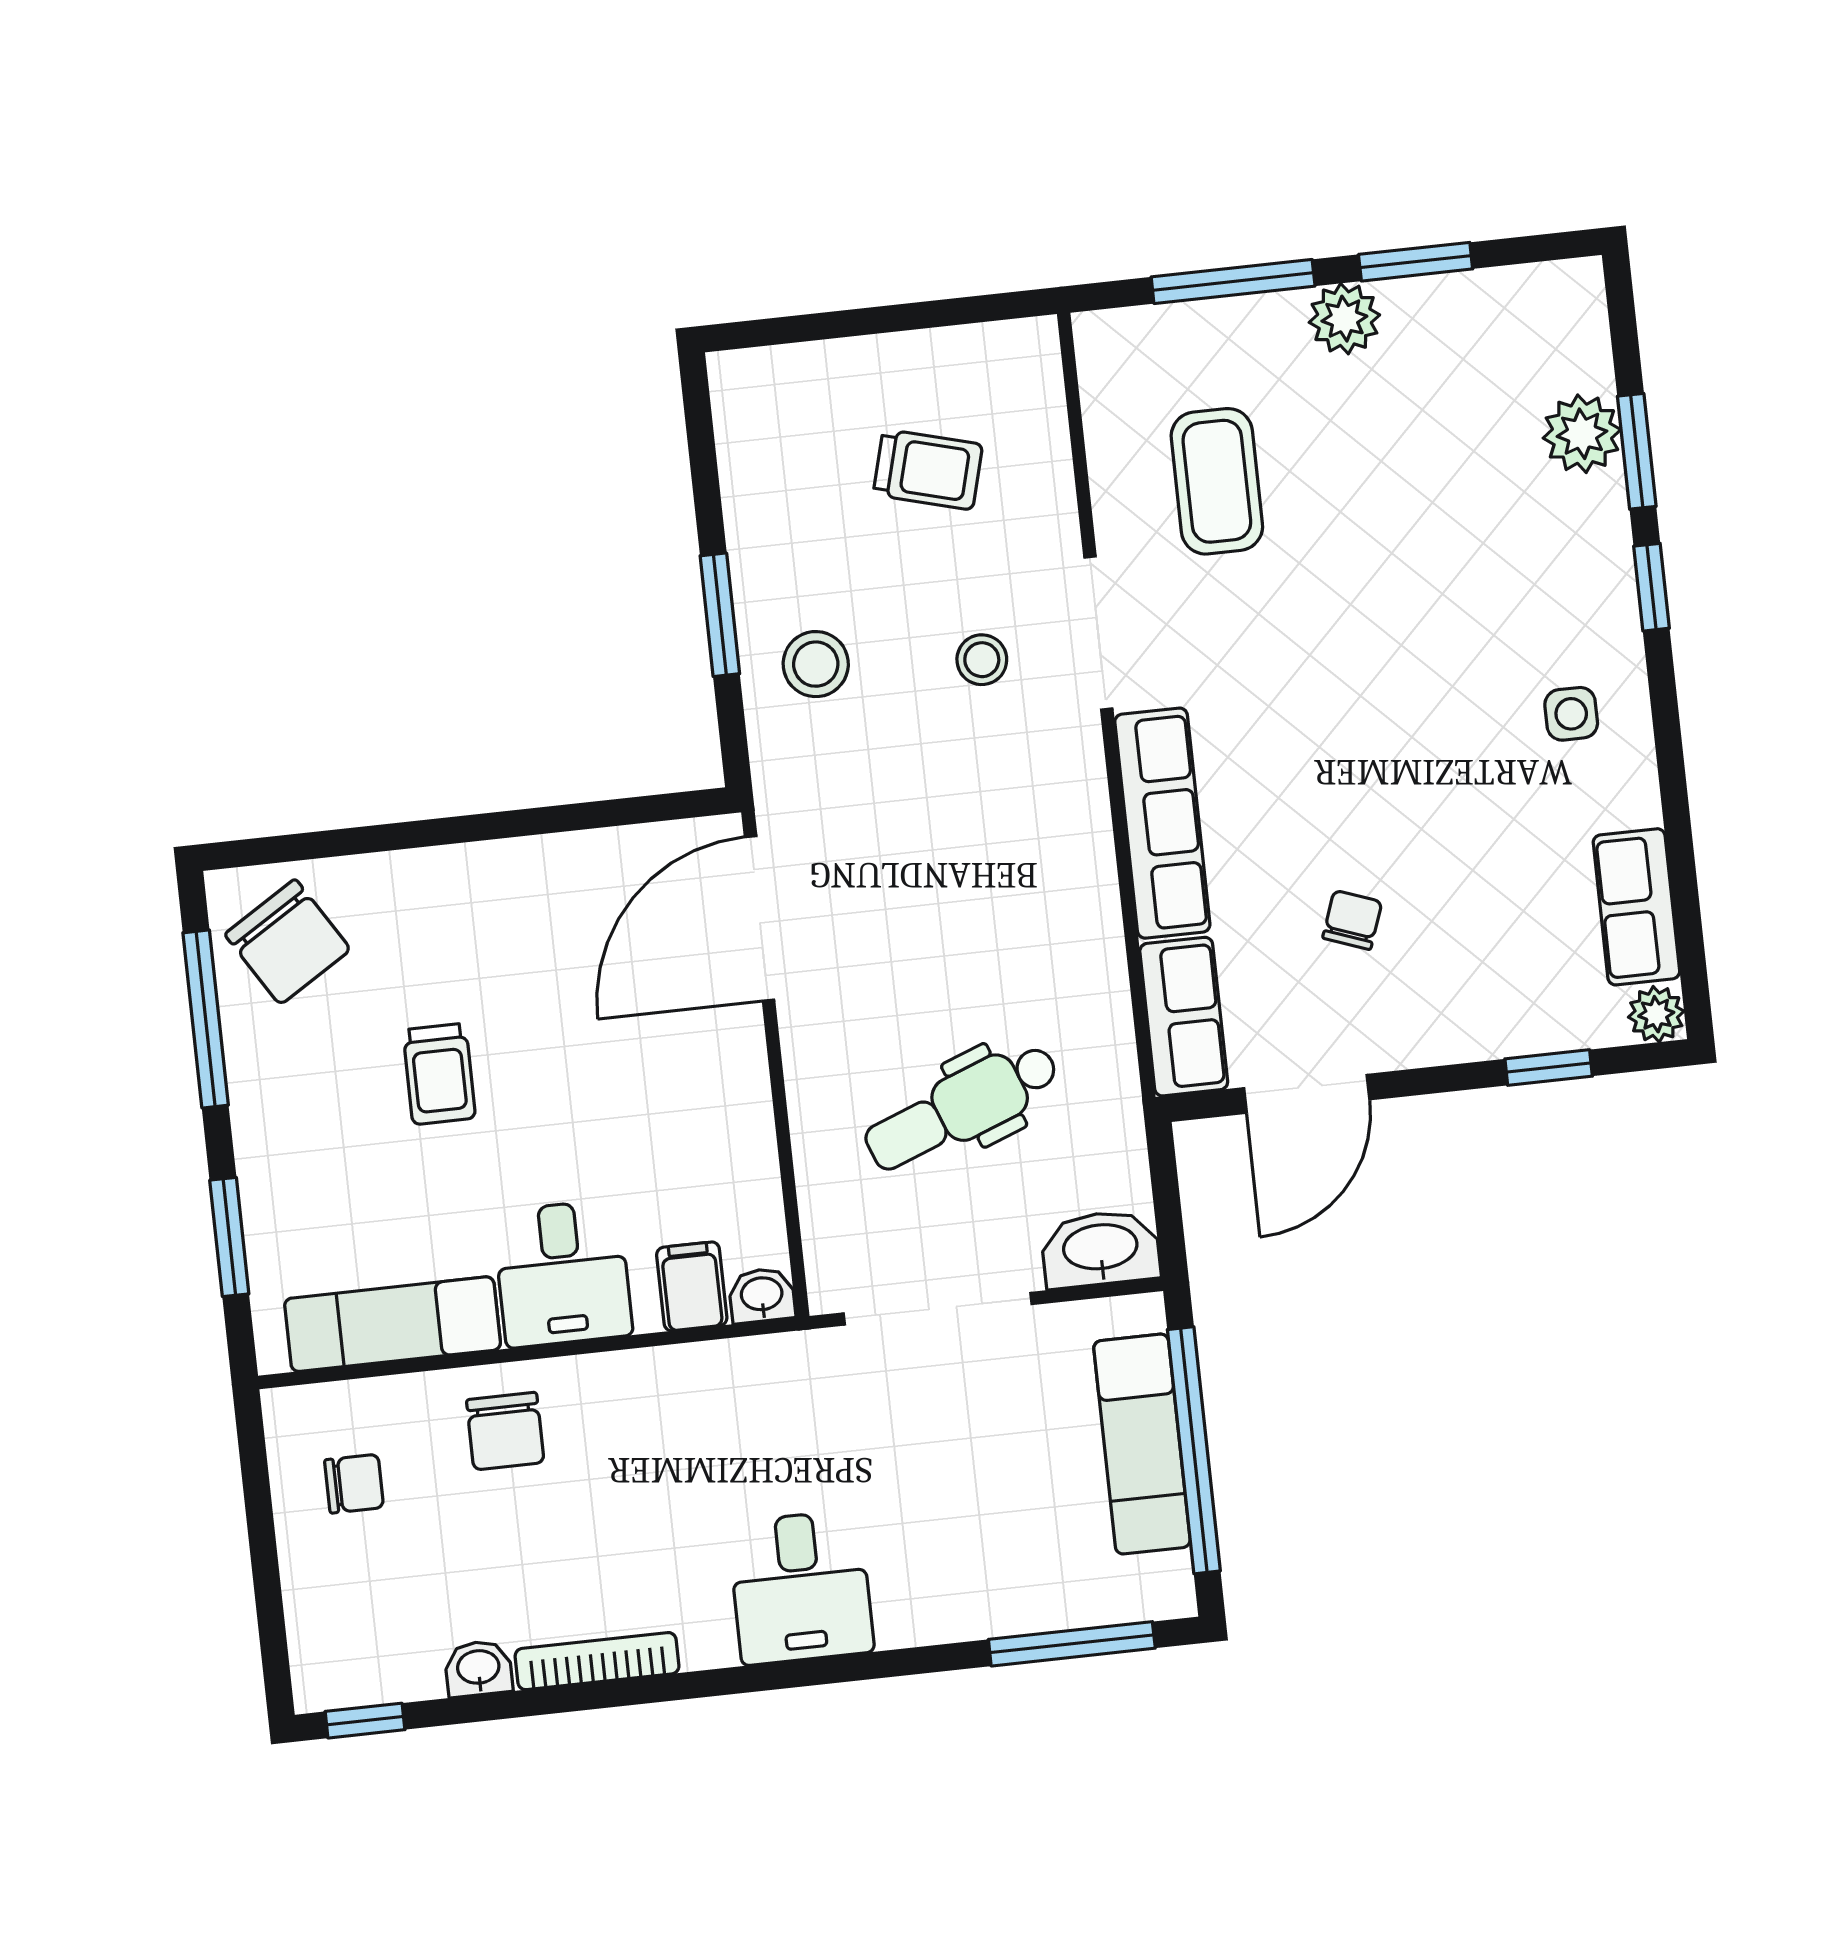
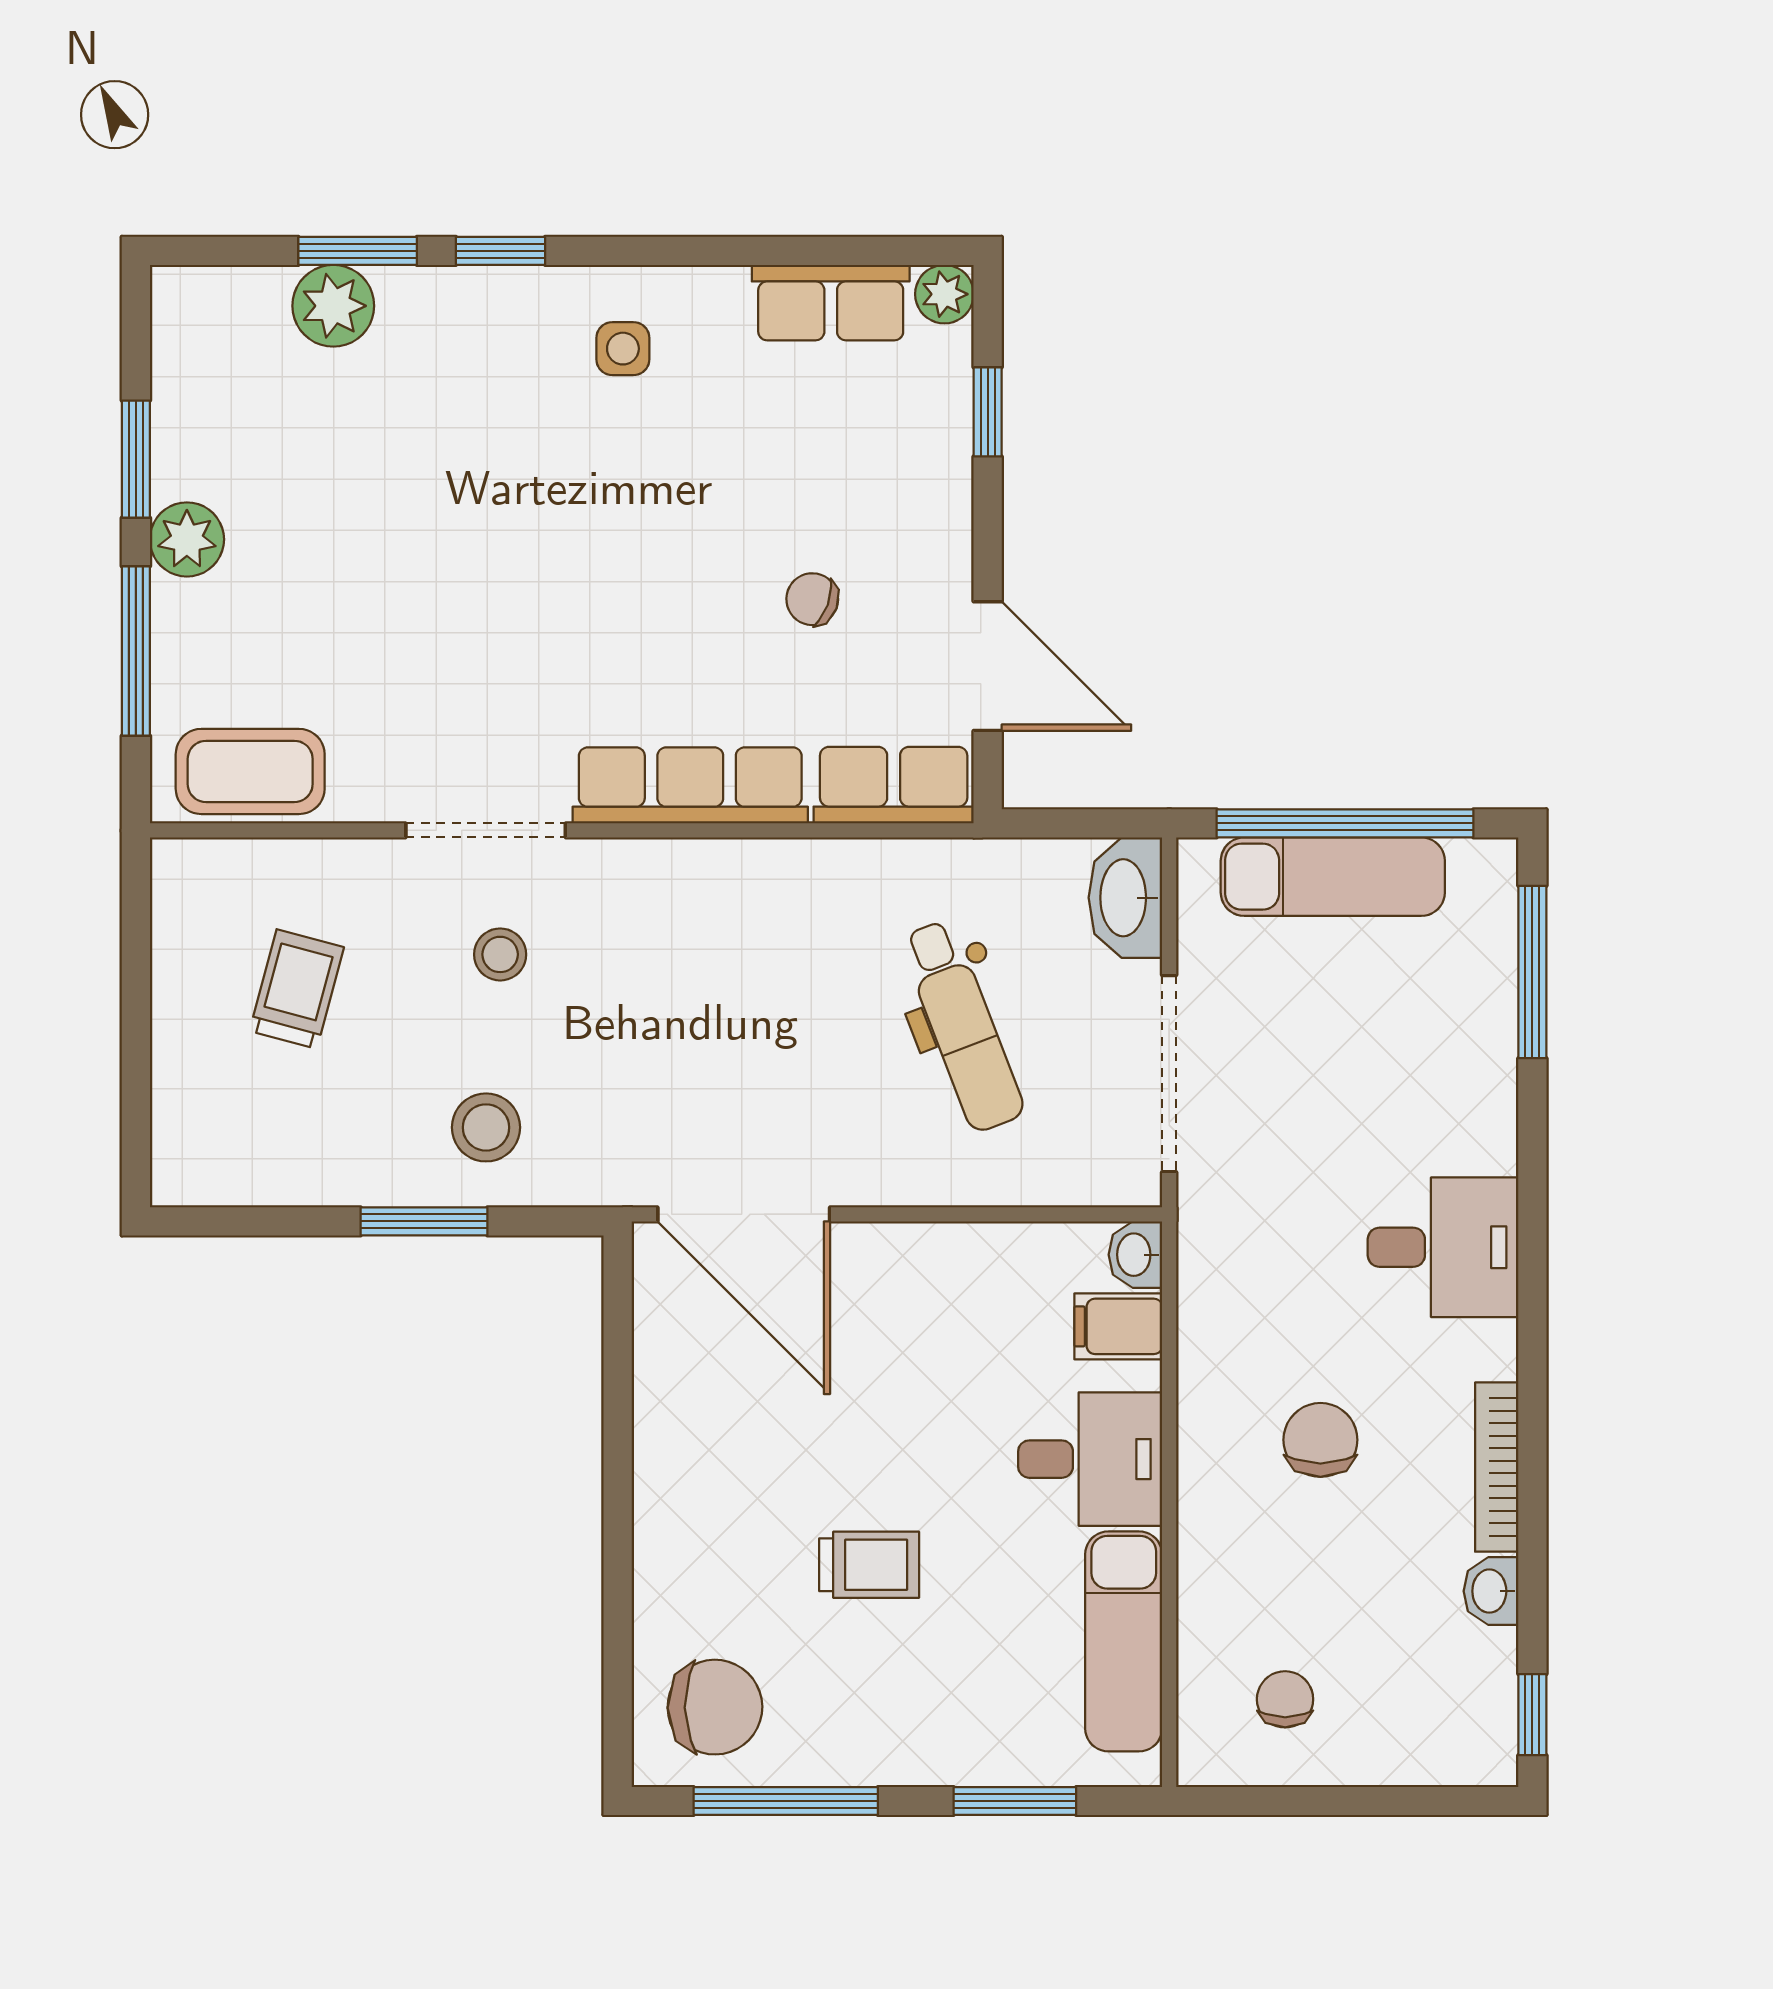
coffee table: (1217, 481) -> (250, 771), moved
chair: (288, 942) -> (715, 1707), turned 31
chair: (505, 1431) -> (1320, 1440), moved, turned -90

